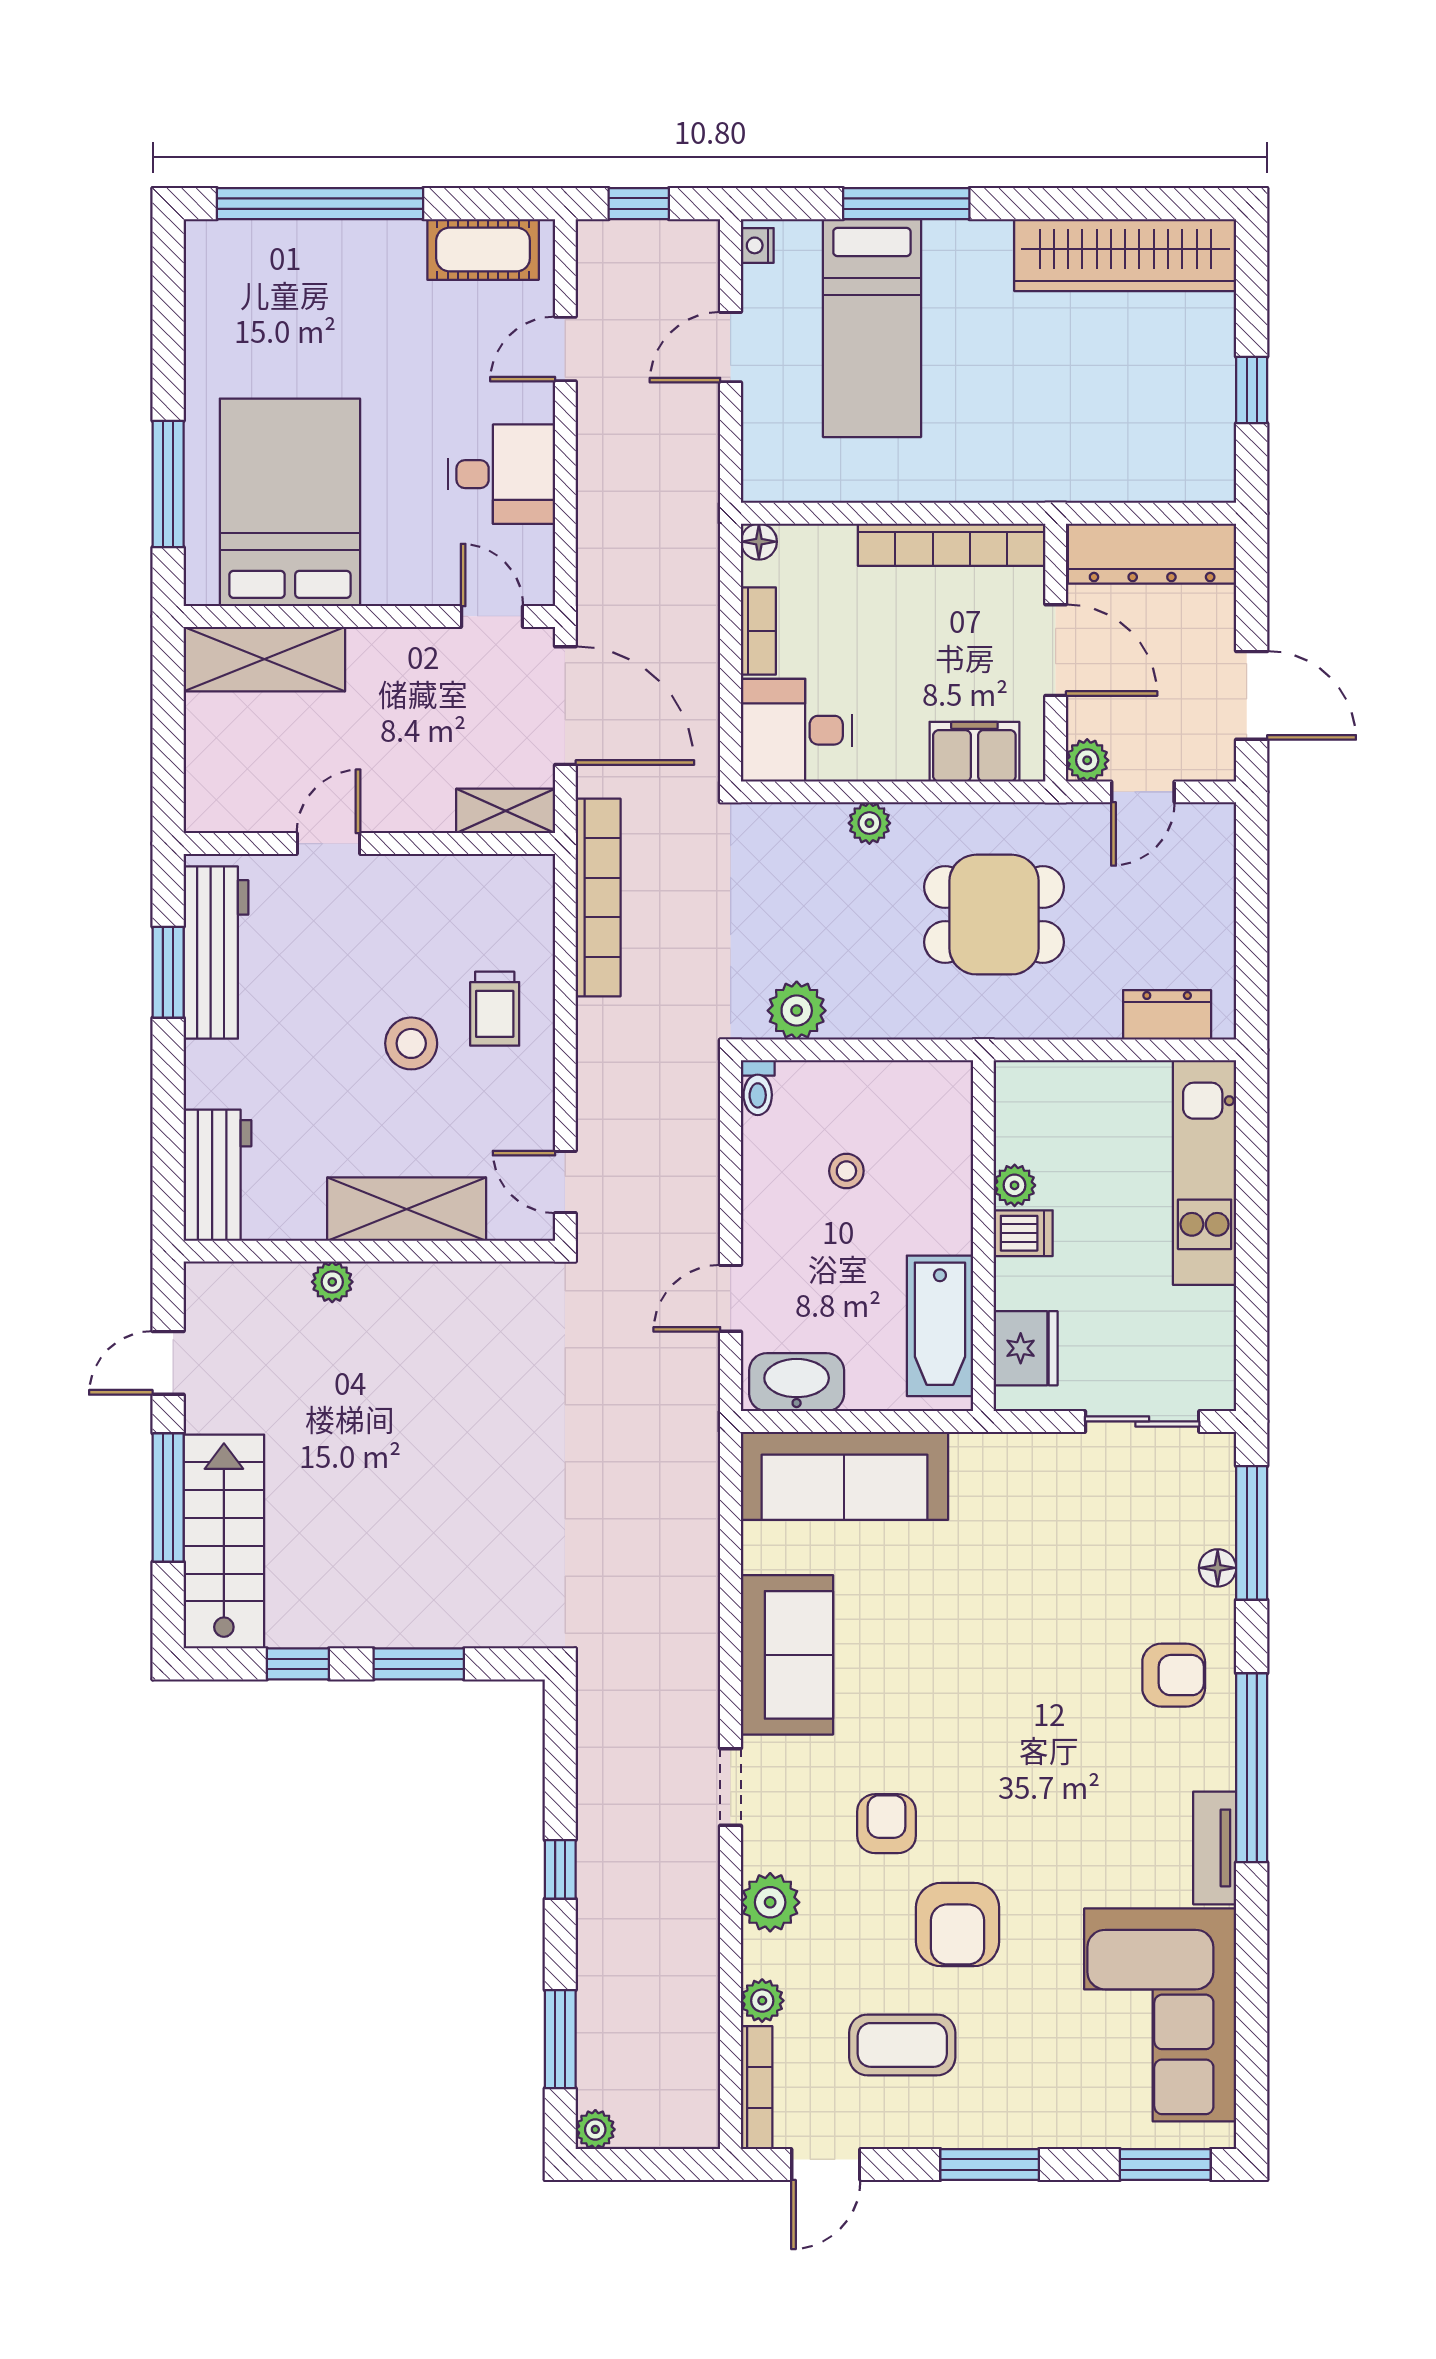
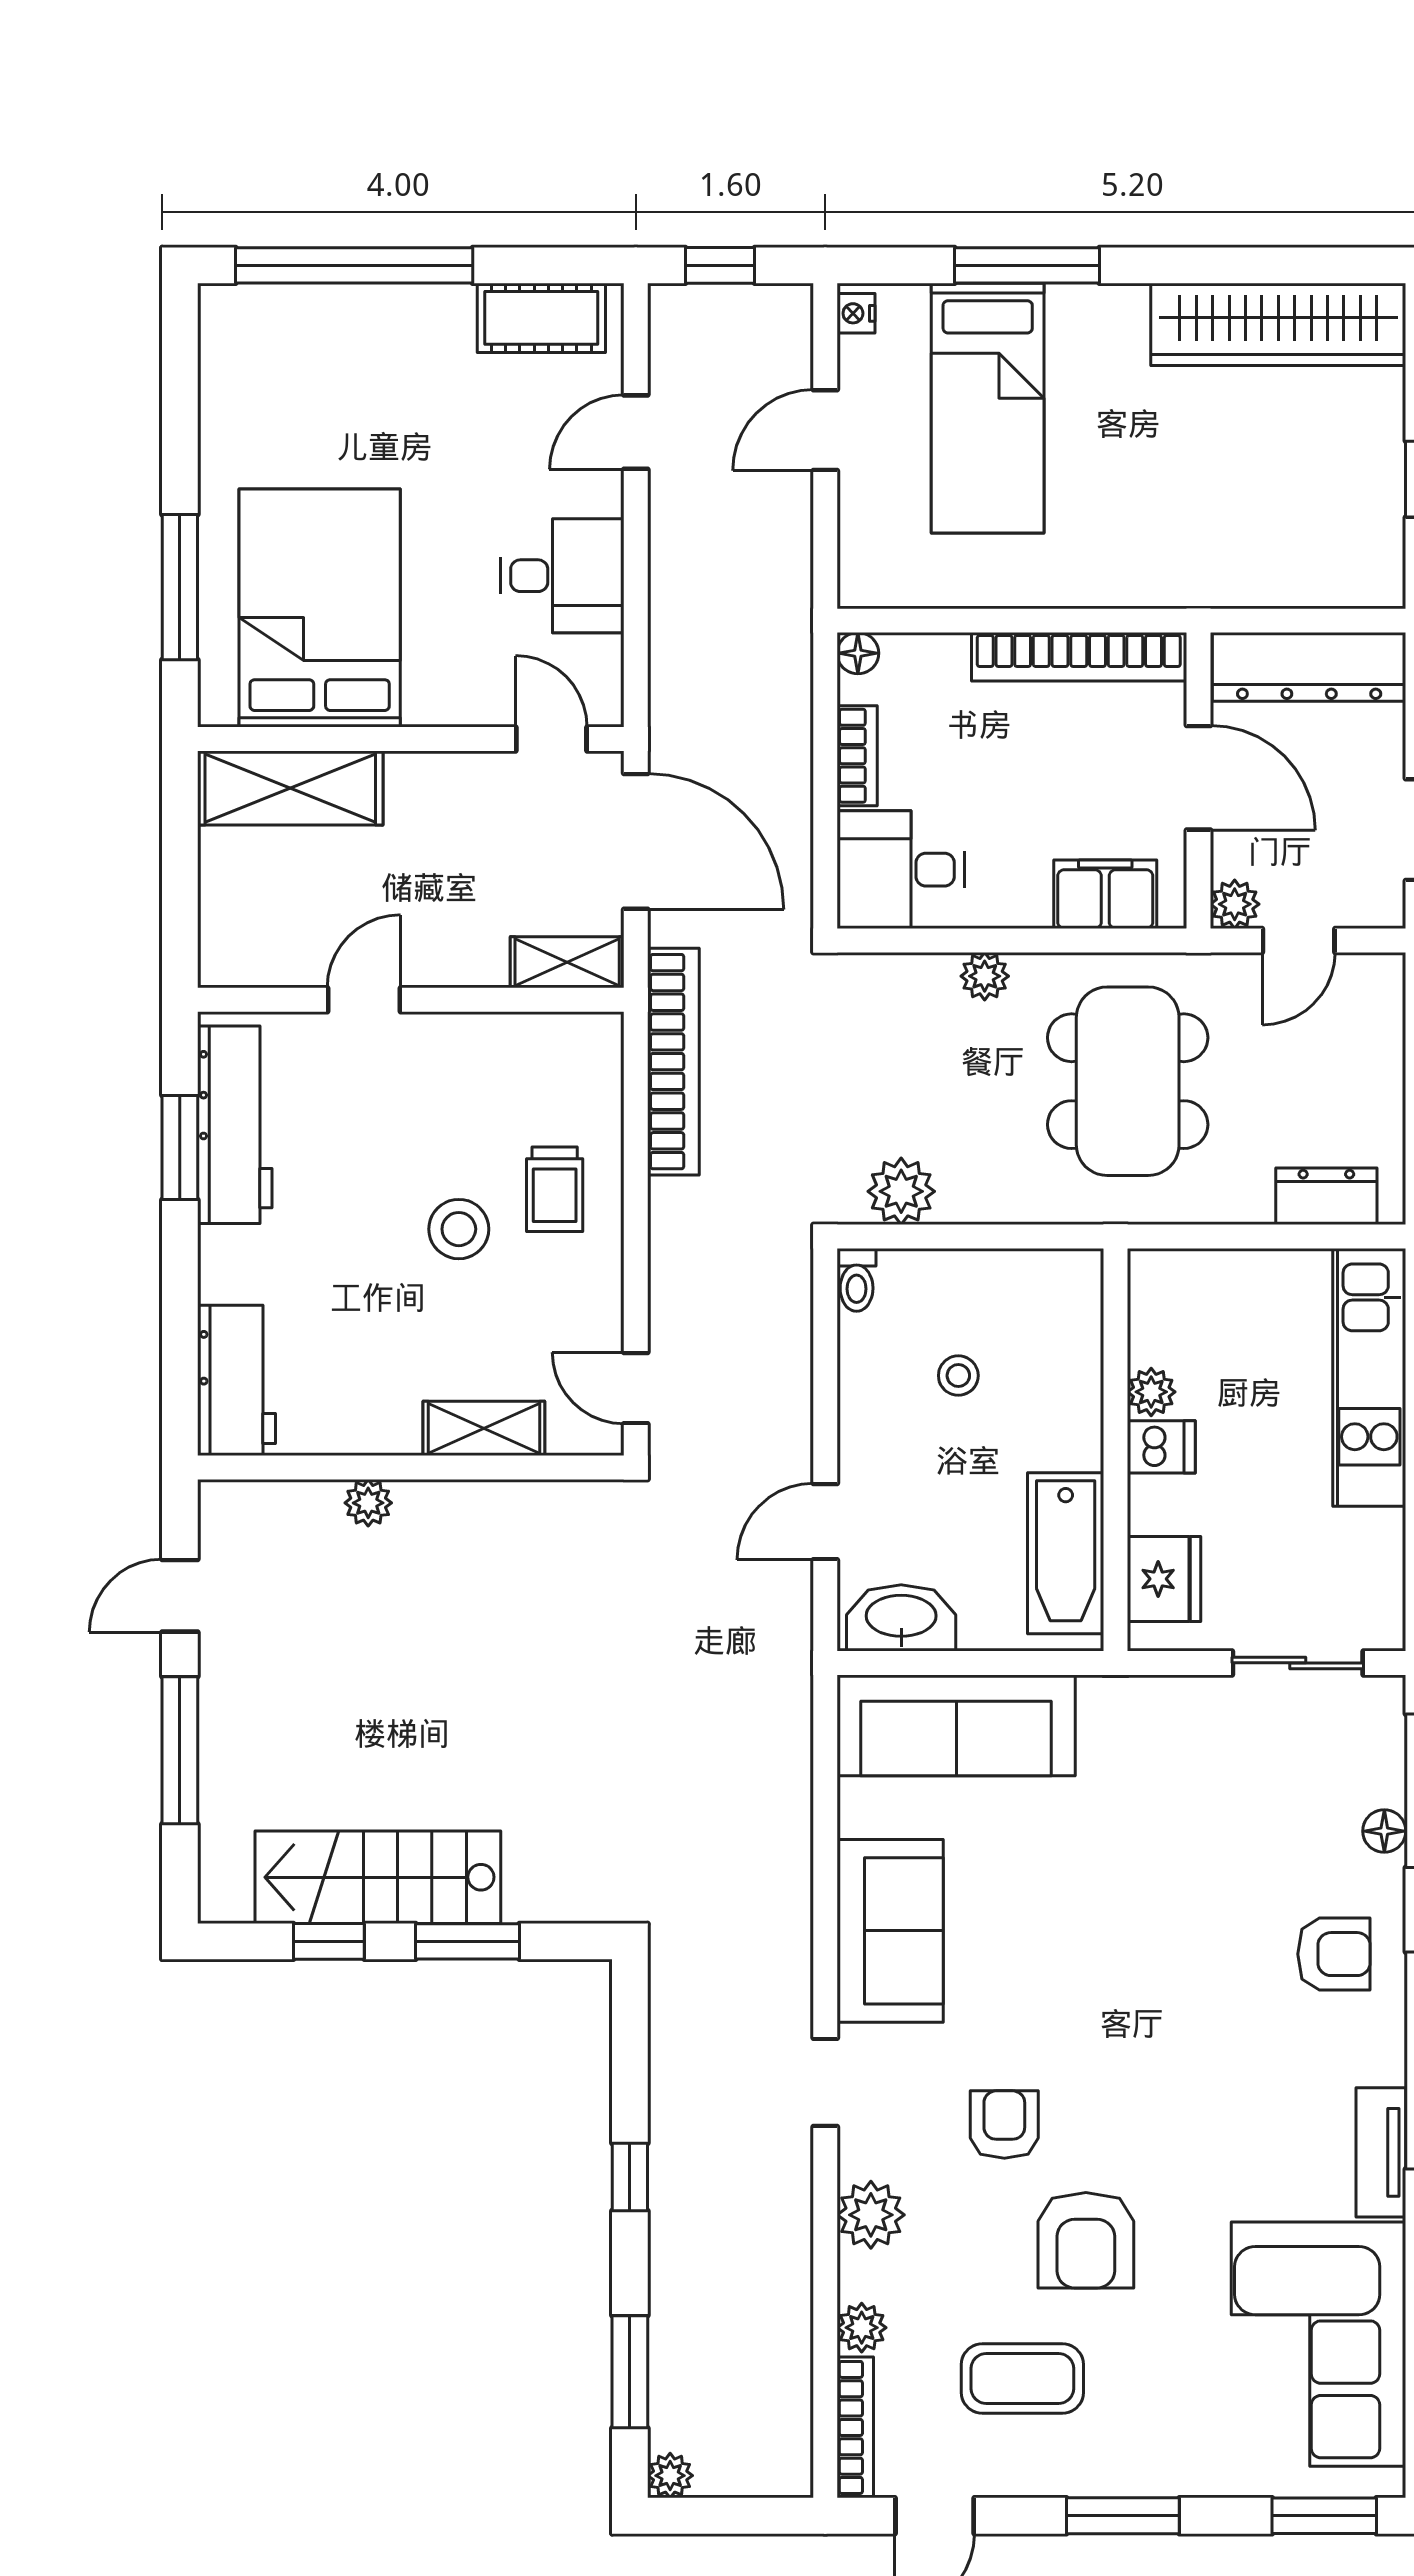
dining table: (994, 915) -> (1128, 1081), width x1.37
shelving: (407, 1209) -> (484, 1428), width x0.67, depth x0.75
stairs: (224, 1542) -> (378, 1877), moved, turned -90

